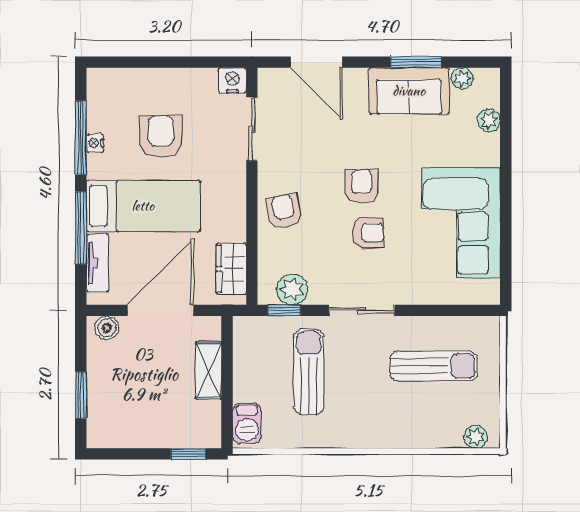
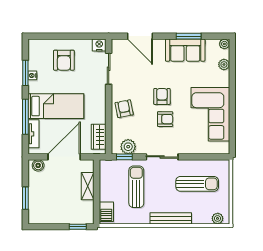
plant: (462, 78) -> (224, 44), moved
armchair: (161, 137) -> (64, 60), moved, turned 180
window: (81, 138) -> (25, 73), width x0.69
bench: (379, 437) -> (171, 218), added

